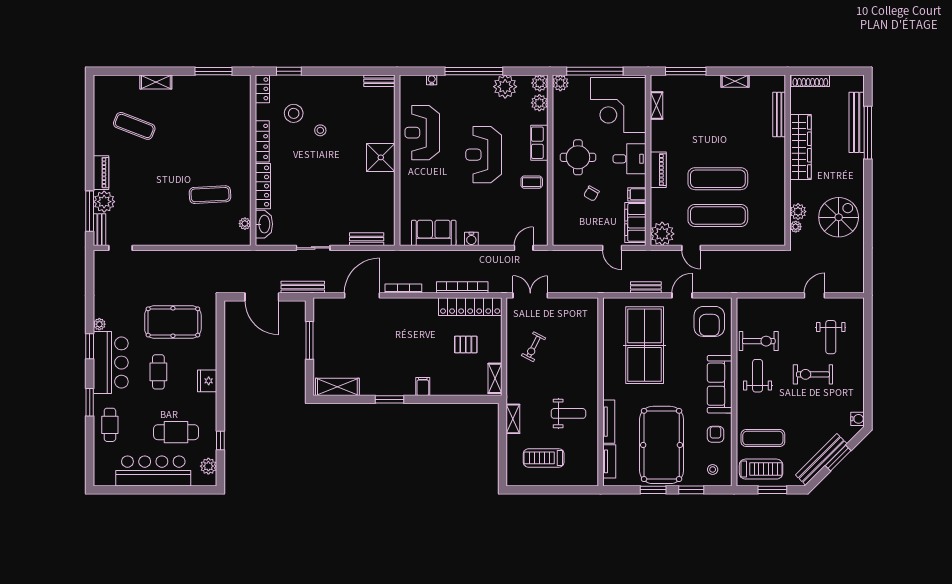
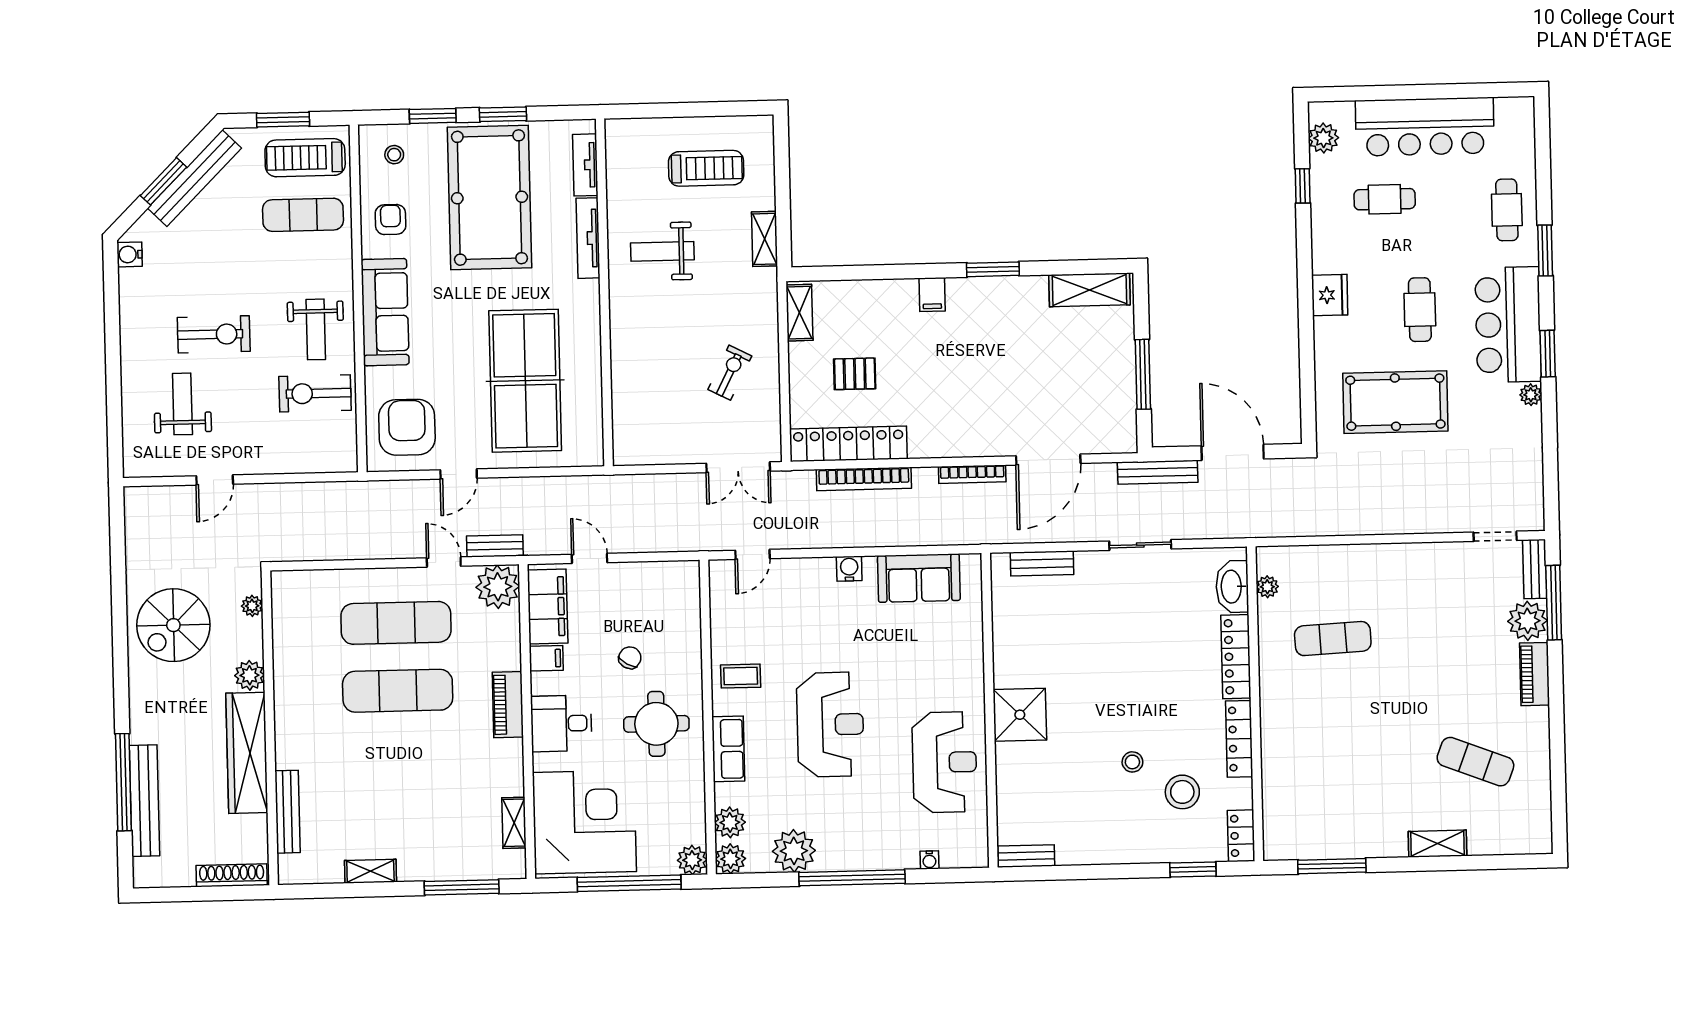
plant: (798, 212) -> (250, 675), moved
bench: (646, 287) -> (495, 546), moved
cafe table: (176, 432) -> (1385, 199), width x0.73, depth x0.74
armchair: (715, 434) -> (391, 220), turned 180

